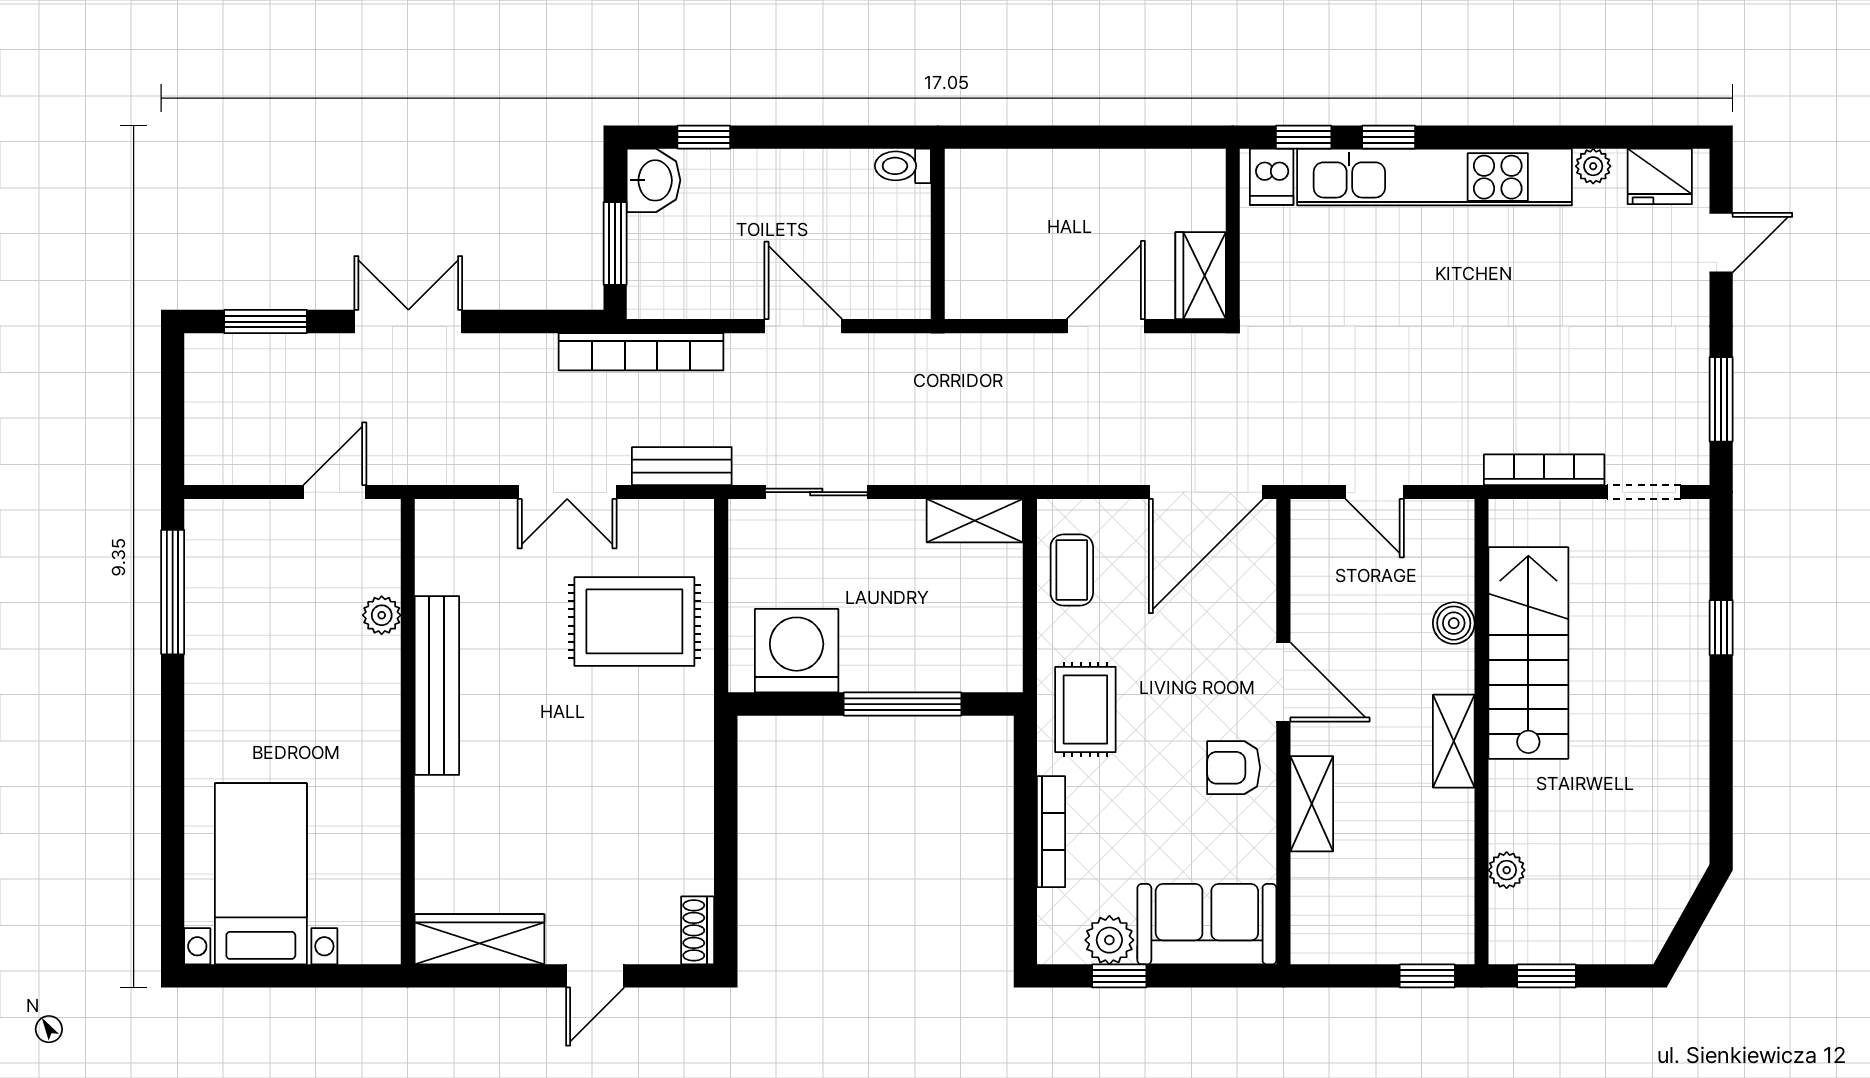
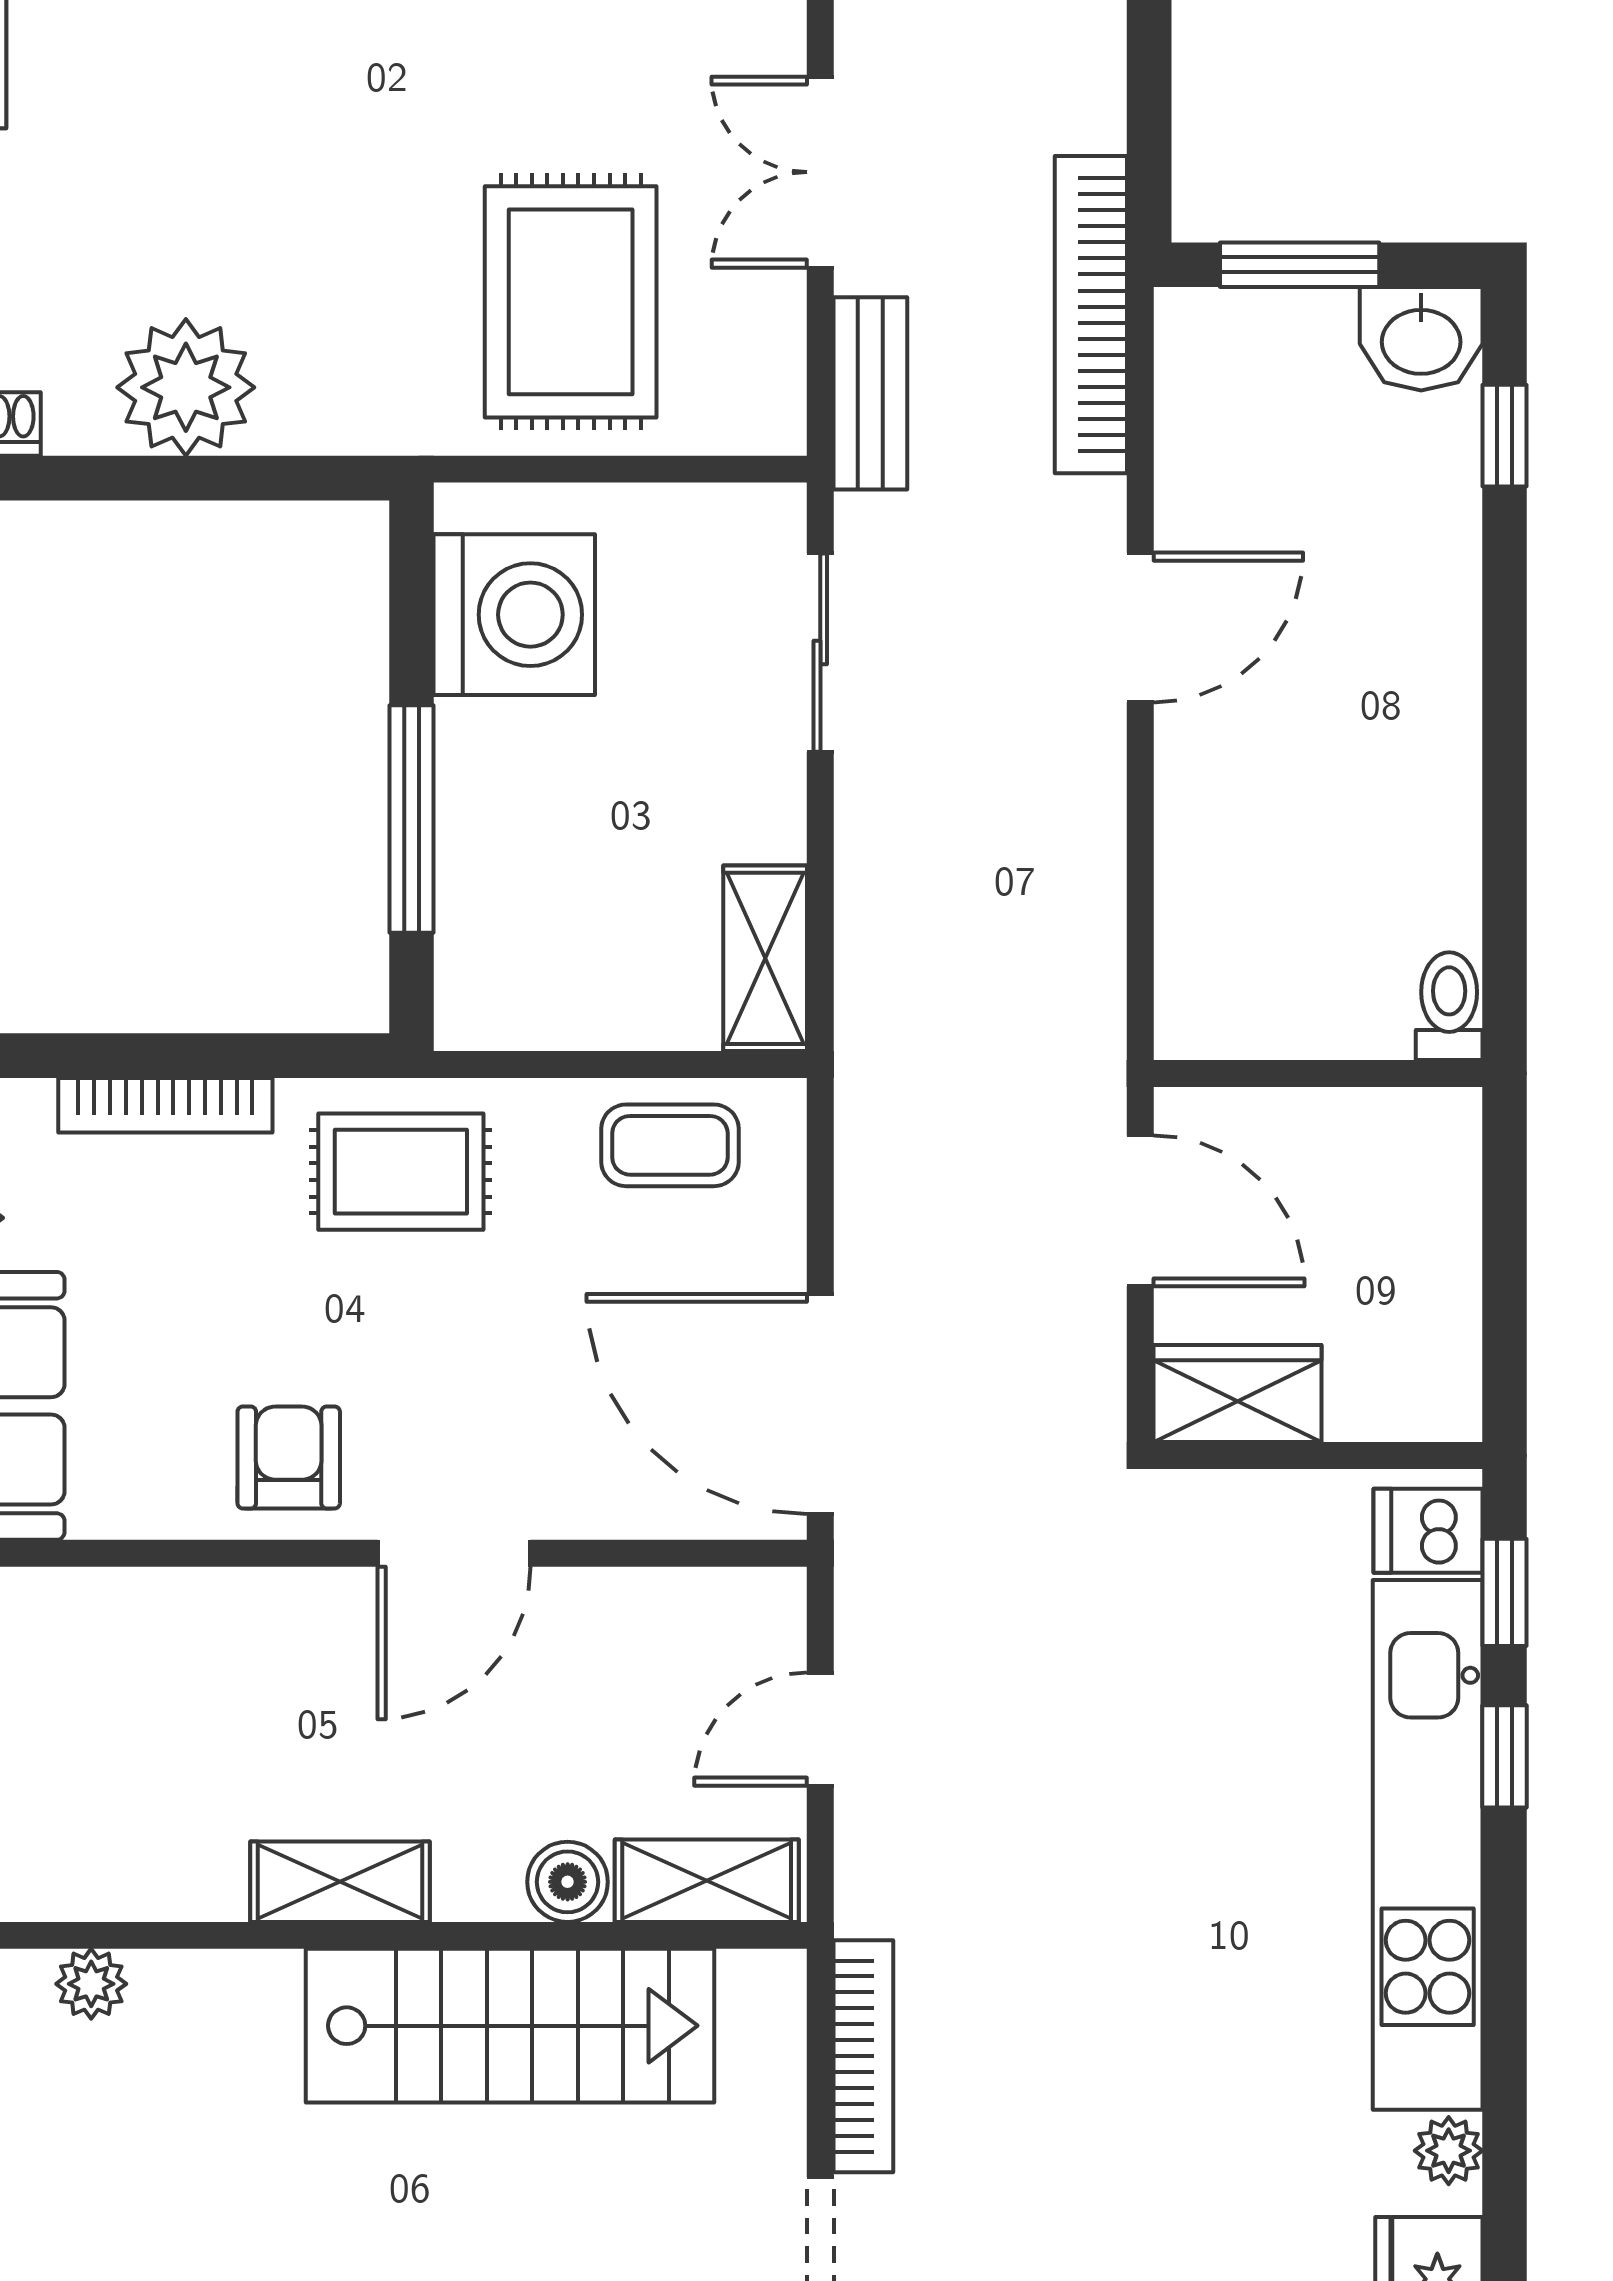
toilet: (903, 166) -> (1449, 1006), moved
wall: (938, 234) -> (1318, 1073), moved
shelving: (1312, 804) -> (707, 1881), moved
plant: (679, 821) -> (186, 387), added

